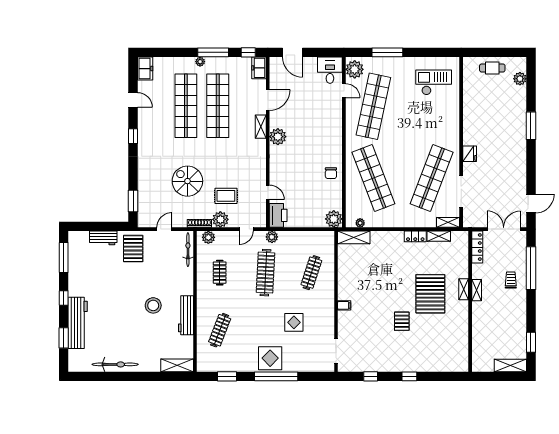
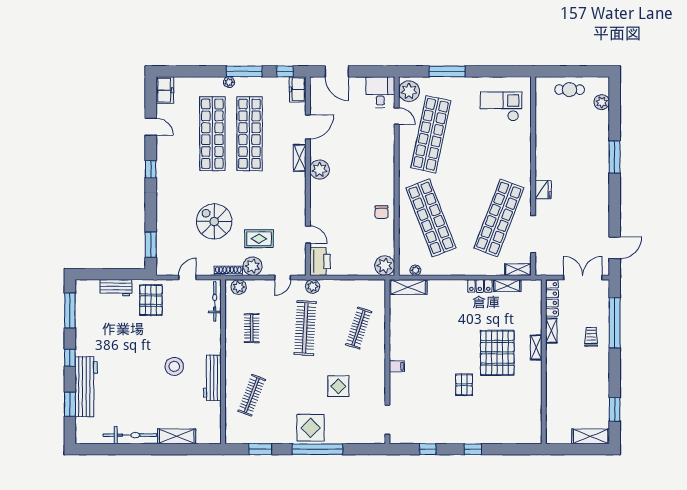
shelving: (477, 290) -> (551, 331), moved
shelving: (177, 365) -> (177, 436), moved

